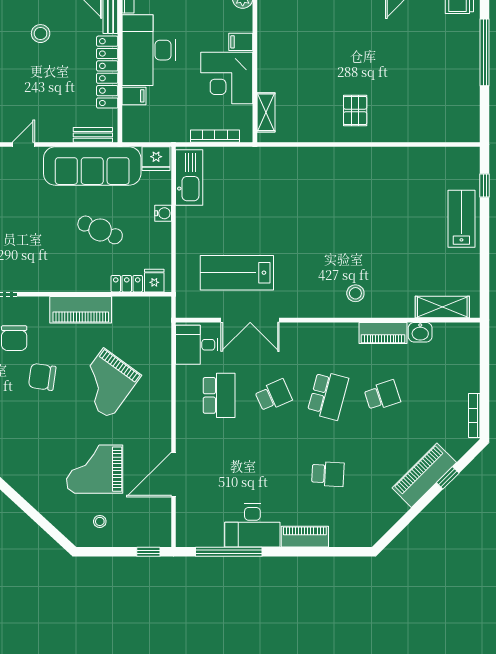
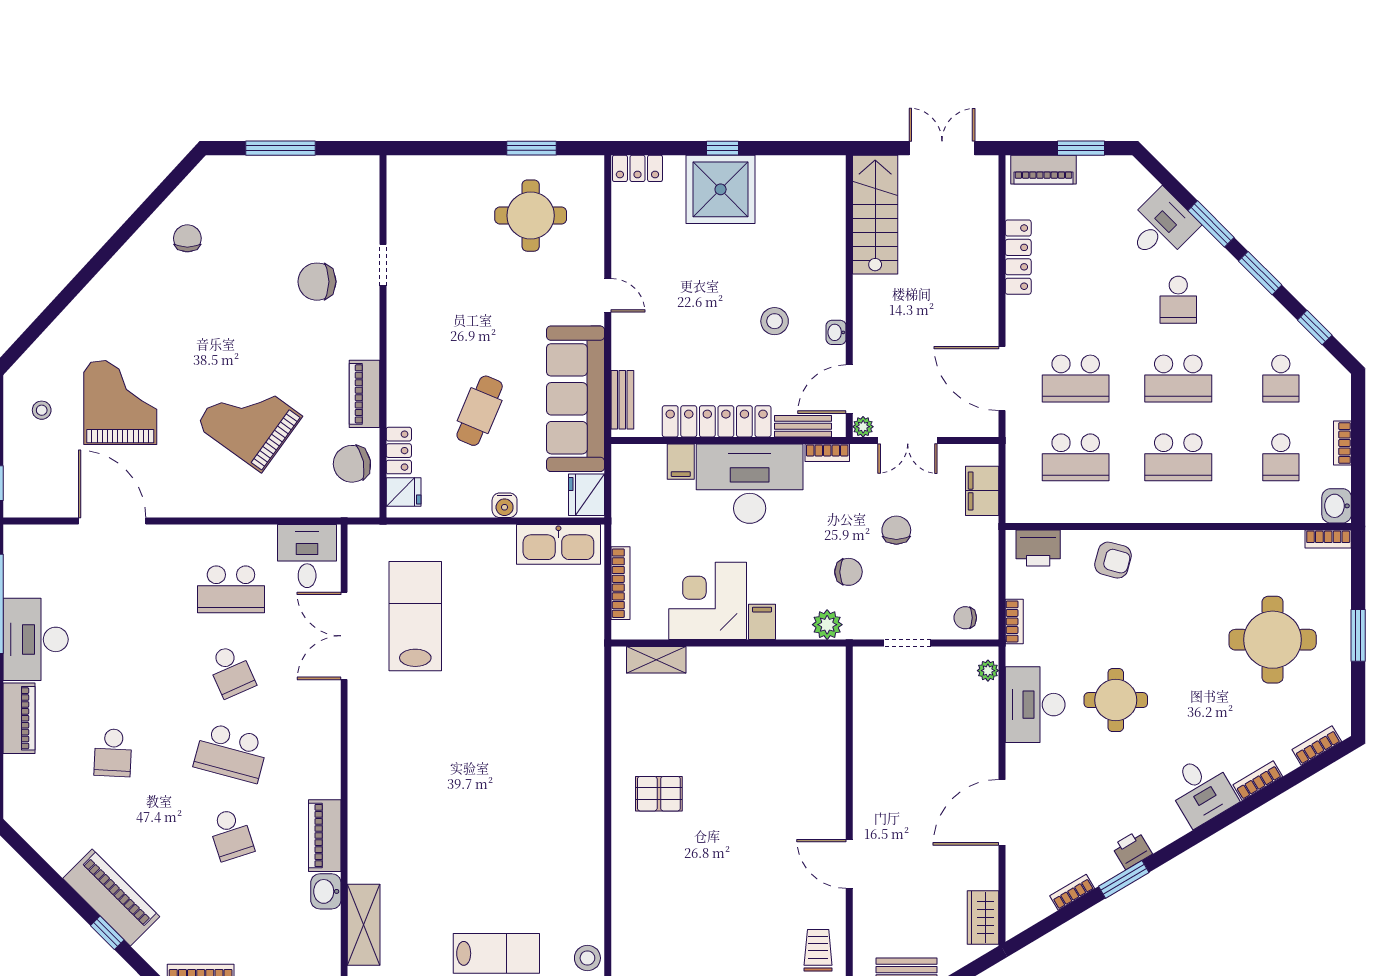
stool: (355, 293) -> (587, 958), moved
piano: (81, 310) -> (364, 394), width x0.73, depth x0.75
chair: (42, 377) -> (352, 464), moved, turned -109

